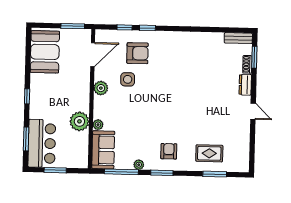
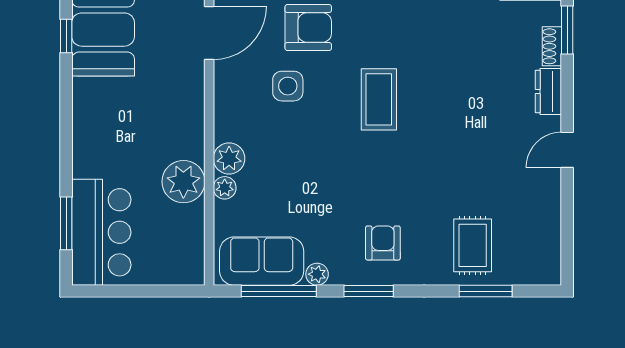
coffee table: (169, 86) -> (379, 99), added
plant: (101, 88) -> (229, 158), moved
window: (27, 96) -> (66, 36), moved
door: (253, 111) -> (567, 150), swing flipped
sofa: (103, 150) -> (262, 261), moved, turned -90
rug: (209, 153) -> (473, 245), turned 90
window: (55, 170) -> (132, 291), removed

